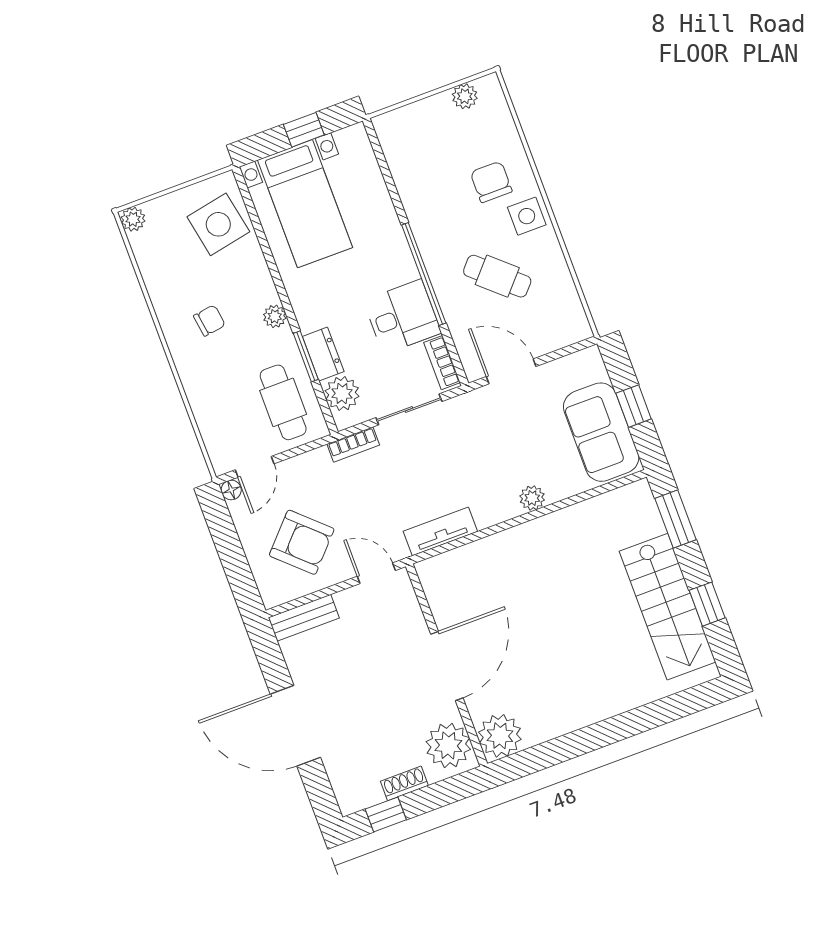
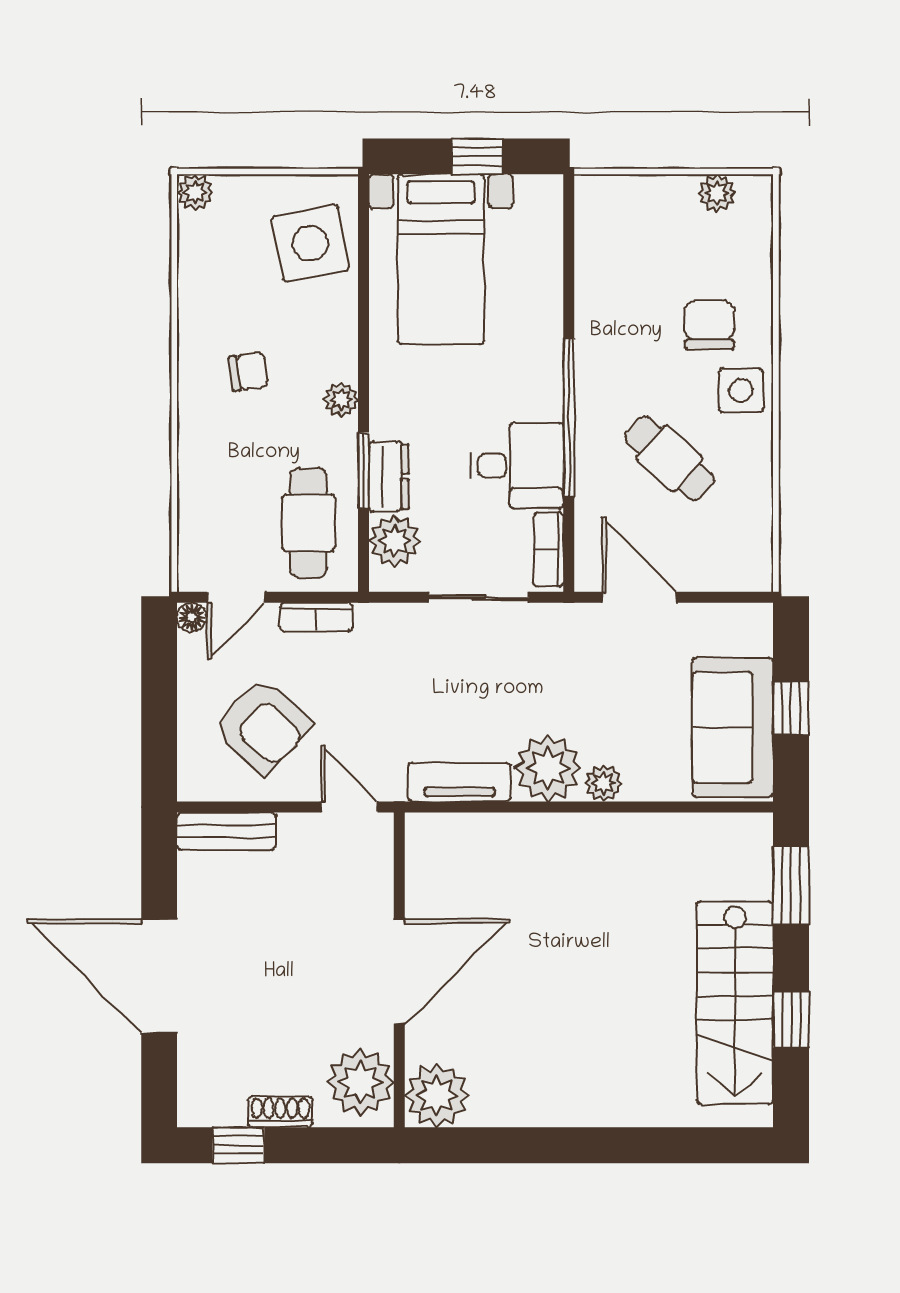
bookcase: (353, 445) -> (316, 617), moved
plant: (493, 502) -> (548, 768), added

